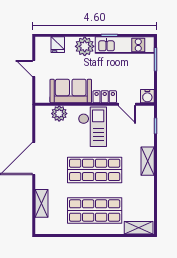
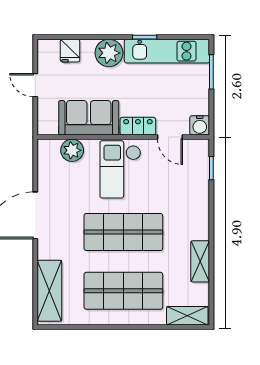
checkout: (93, 127) -> (120, 169), turned 180
shelving: (148, 161) -> (200, 261), moved
shelving: (41, 203) -> (49, 291), width x1.50, depth x1.33

